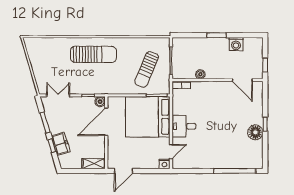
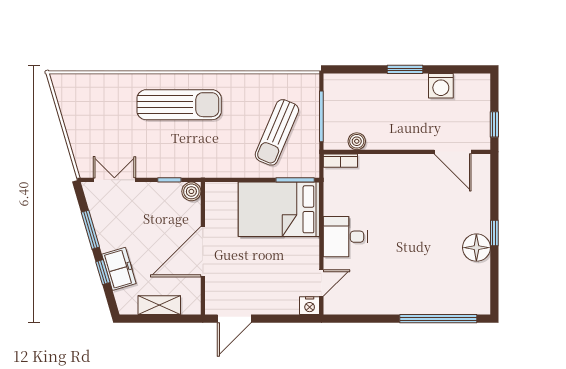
boiler: (200, 74) -> (357, 141), moved
bed: (148, 117) -> (279, 209), width x0.73
door: (106, 122) -> (203, 252), moved
shelving: (94, 164) -> (159, 305), moved

